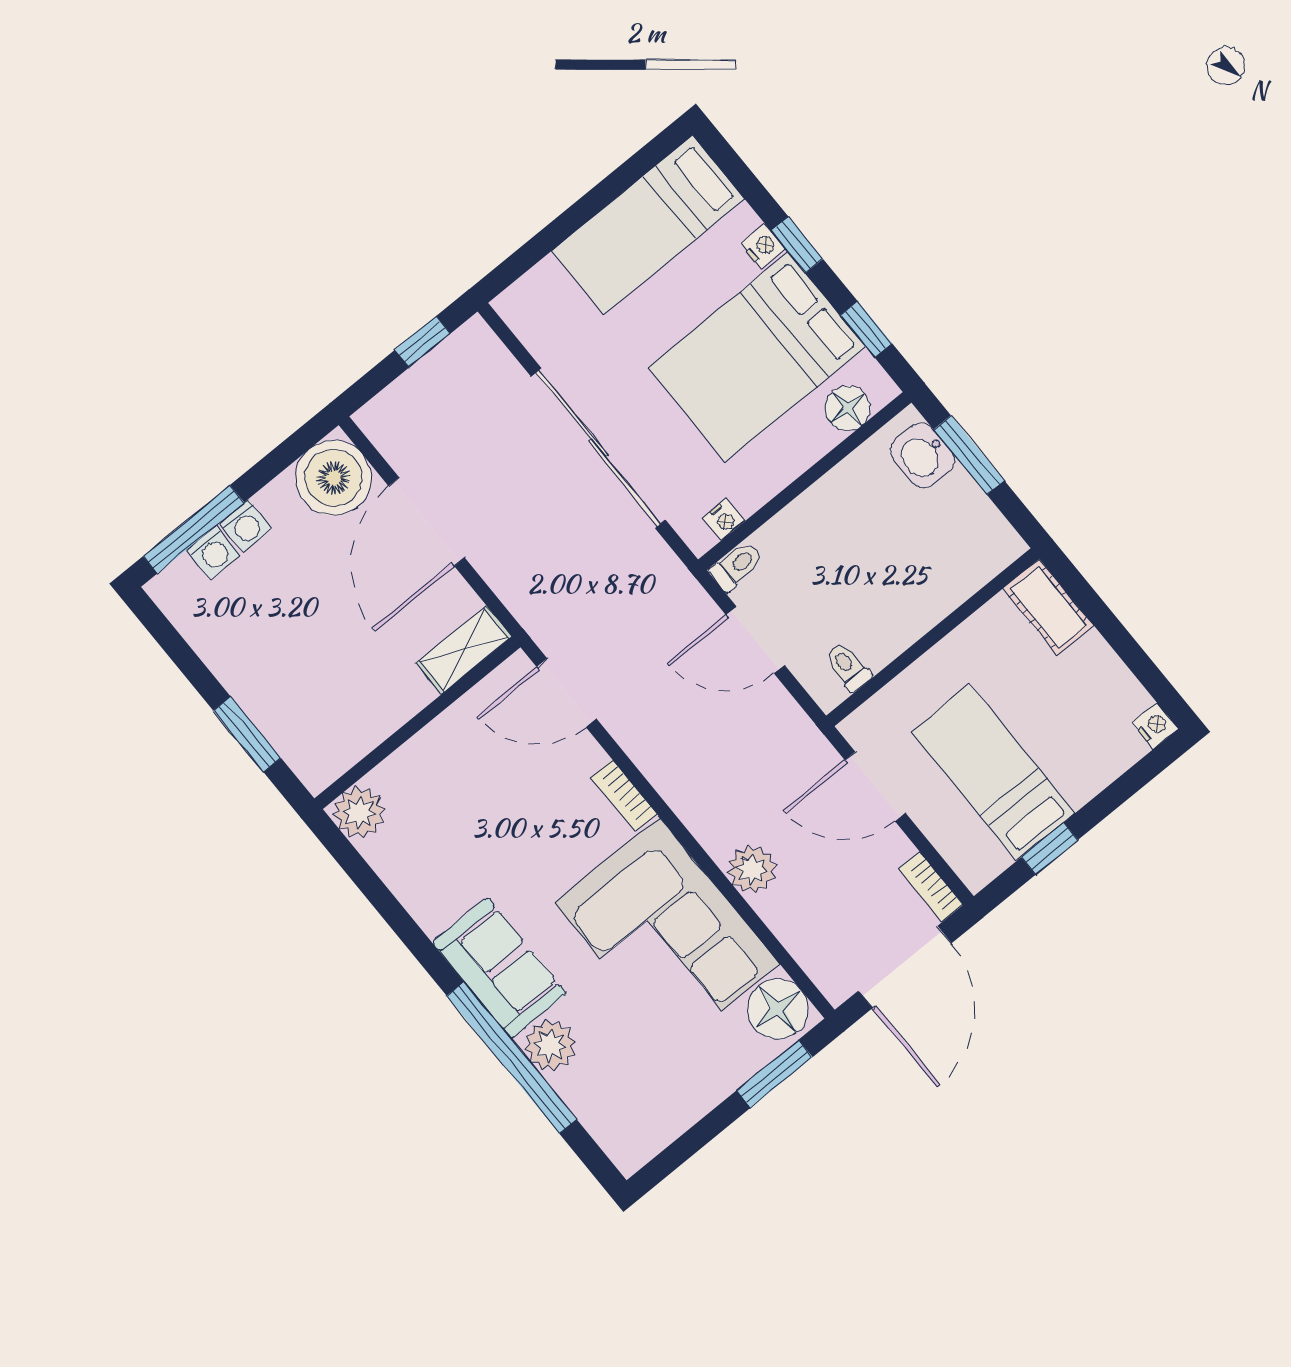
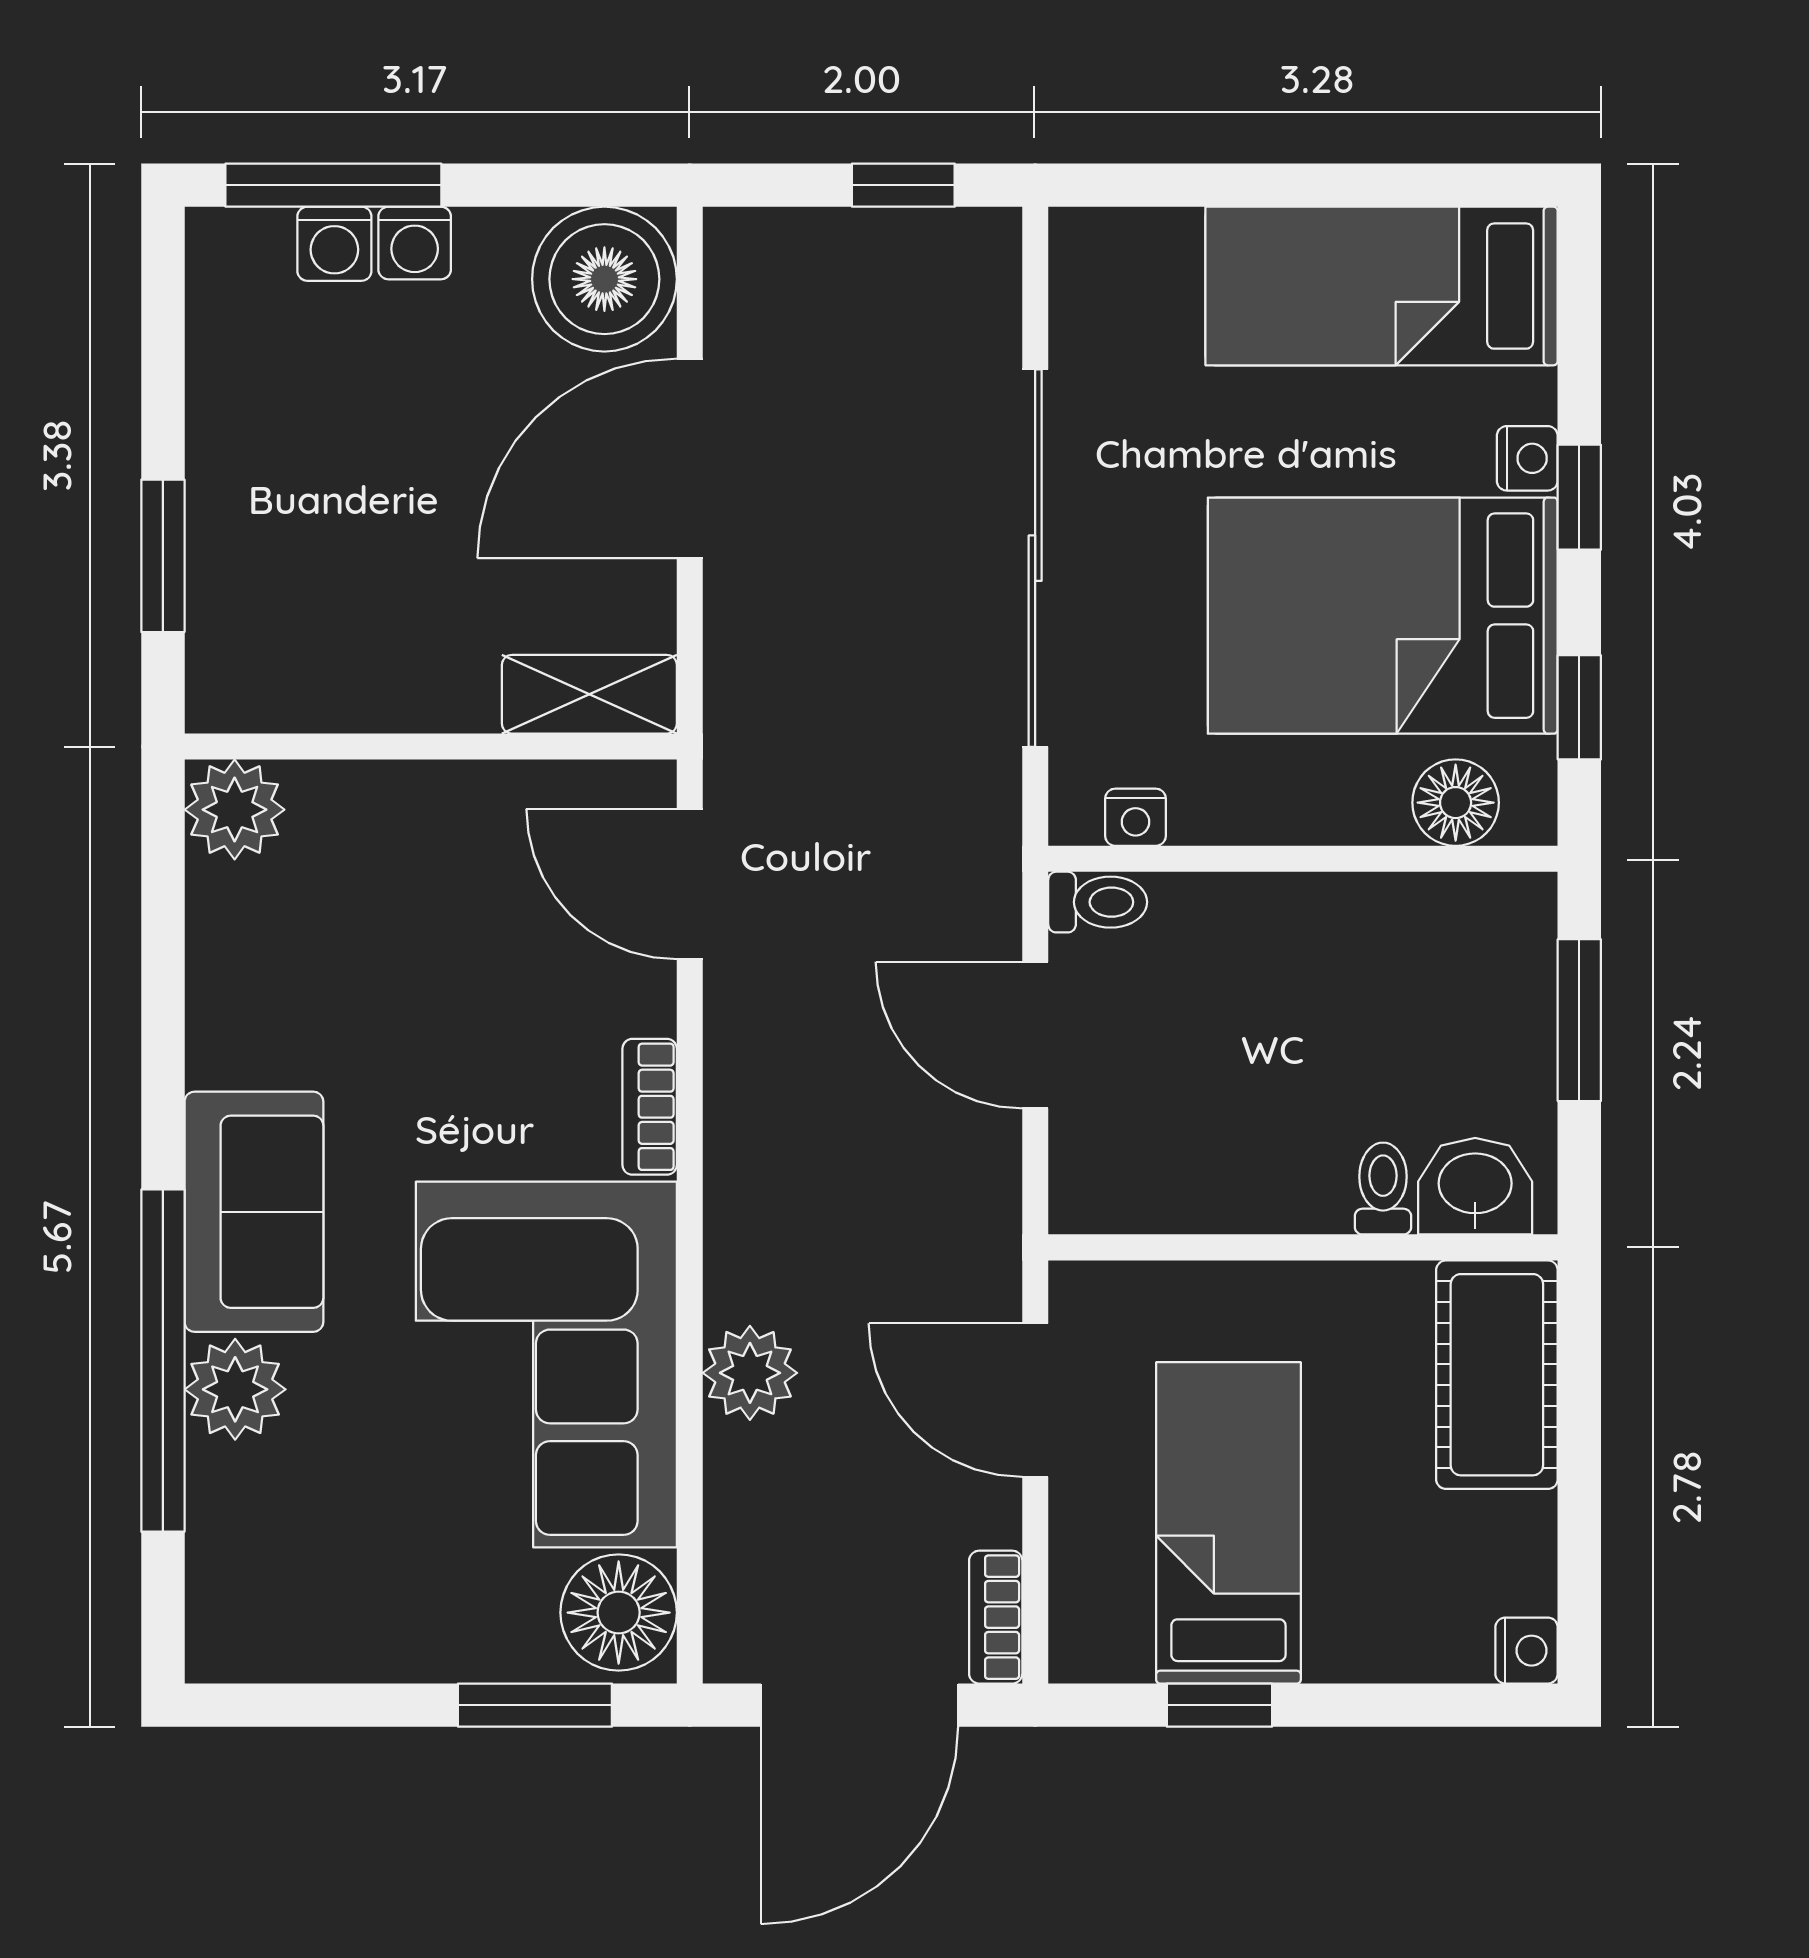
washbasin: (922, 455) -> (1475, 1186), moved, turned 90
cot: (1048, 607) -> (1497, 1375), width x1.37, depth x1.34
toilet: (848, 667) -> (1383, 1189), moved

